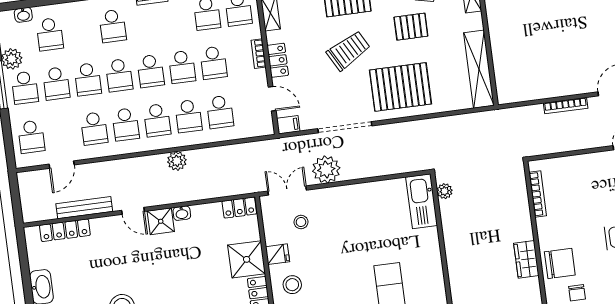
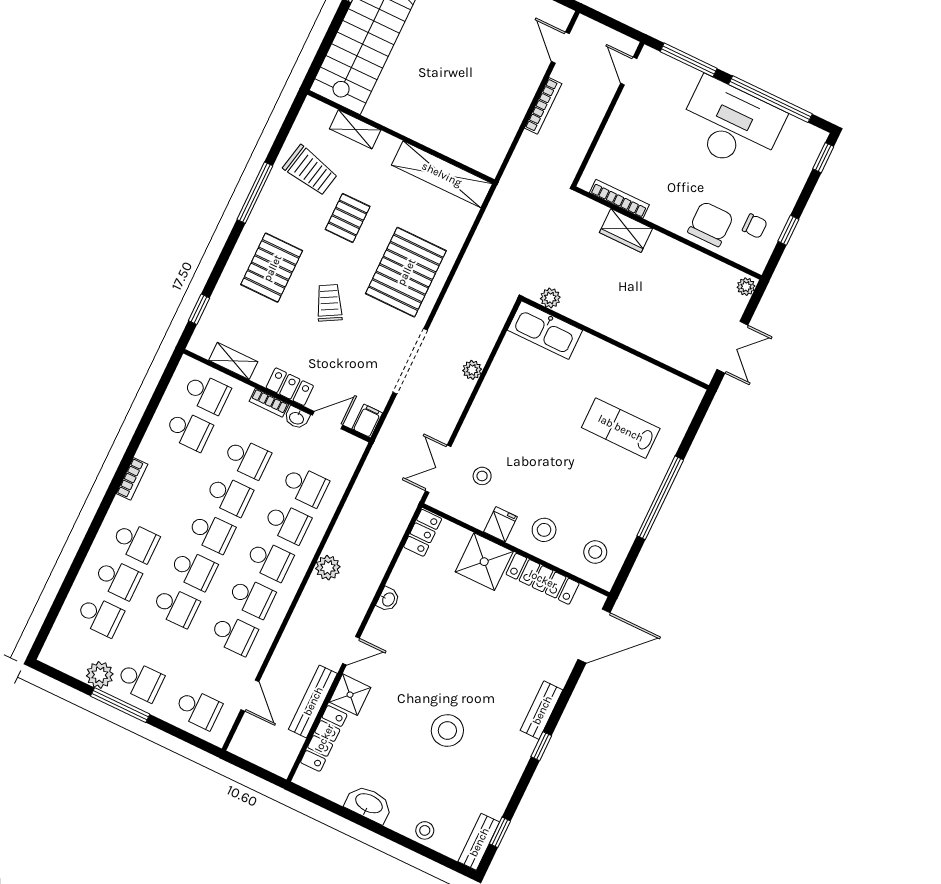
washbasin: (23, 15) -> (297, 418), moved, turned 90
trolley: (348, 51) -> (329, 303), width x0.73, depth x0.72
school desk: (56, 83) -> (118, 579), moved
plant: (326, 169) -> (472, 370), moved, width x0.53, depth x0.53
shower: (161, 221) -> (350, 695), moved
wardrobe: (526, 259) -> (626, 231), moved

